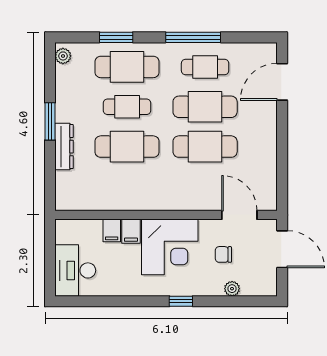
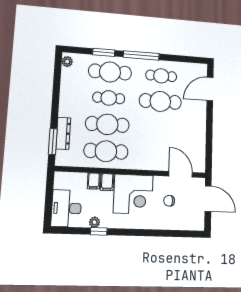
window: (193, 37) -> (141, 55), moved
window: (50, 121) -> (53, 141), moved
dresser: (64, 147) -> (63, 133), moved
cafe table: (205, 147) -> (106, 151), moved
plant: (232, 289) -> (95, 222), moved
window: (181, 301) -> (99, 231), moved

